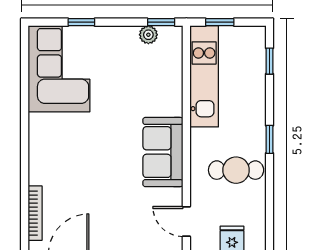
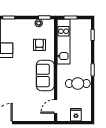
armchair: (150, 83) -> (39, 45), added
door: (186, 221) -> (56, 106), hinge flipped

